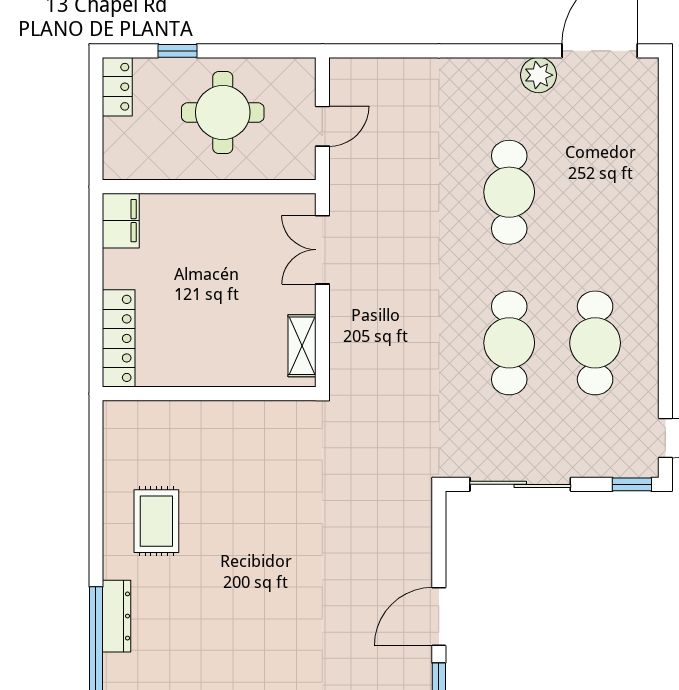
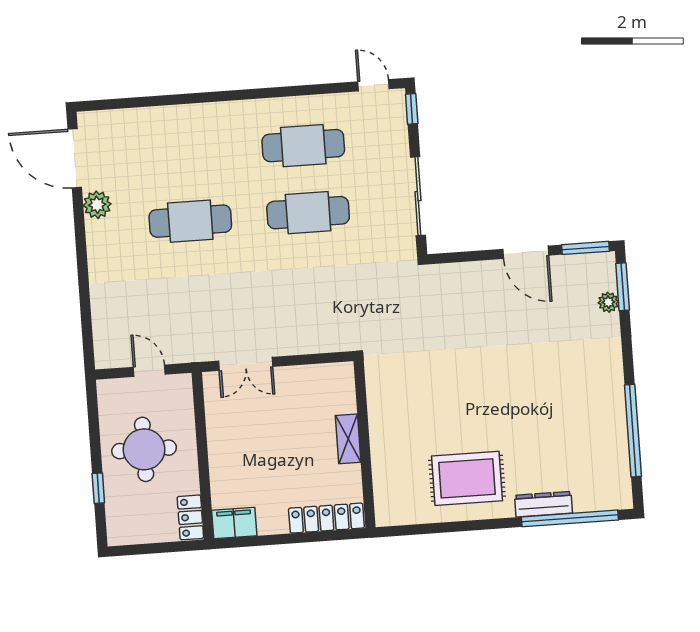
locker: (117, 87) -> (190, 517), moved, turned -90
shelving: (302, 346) -> (348, 439), moved, turned 90
rug: (156, 521) -> (467, 478), width x1.36, depth x1.43

